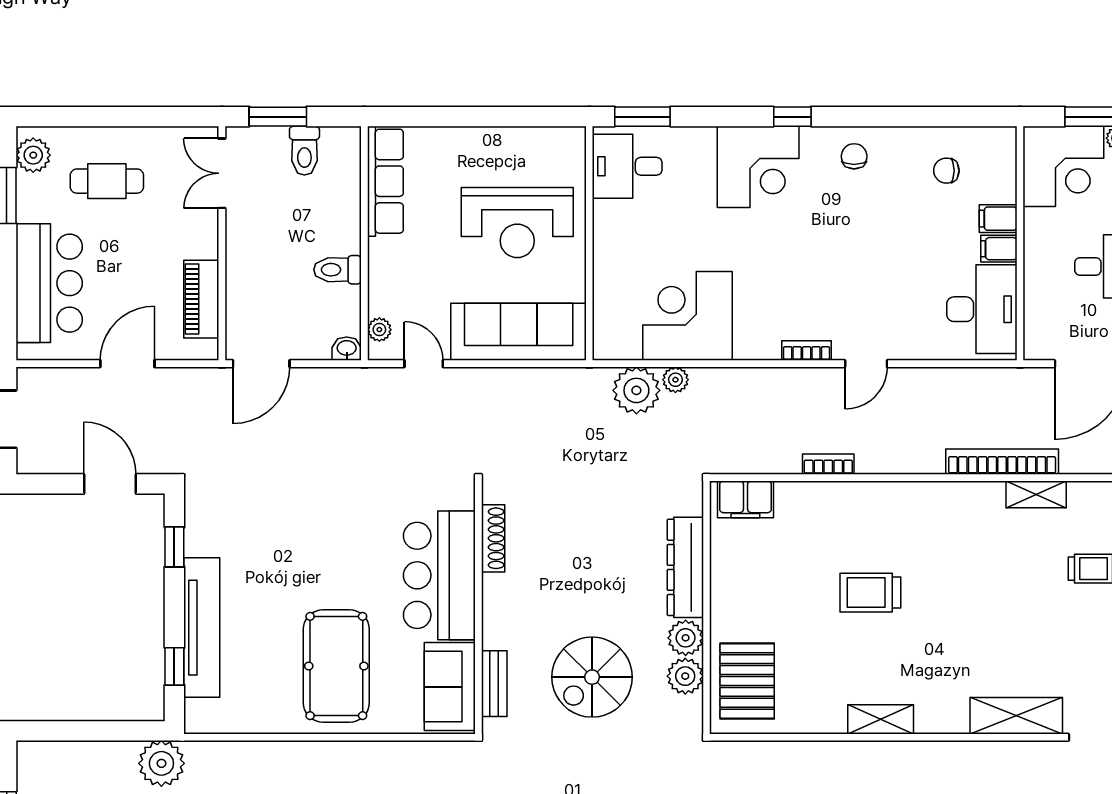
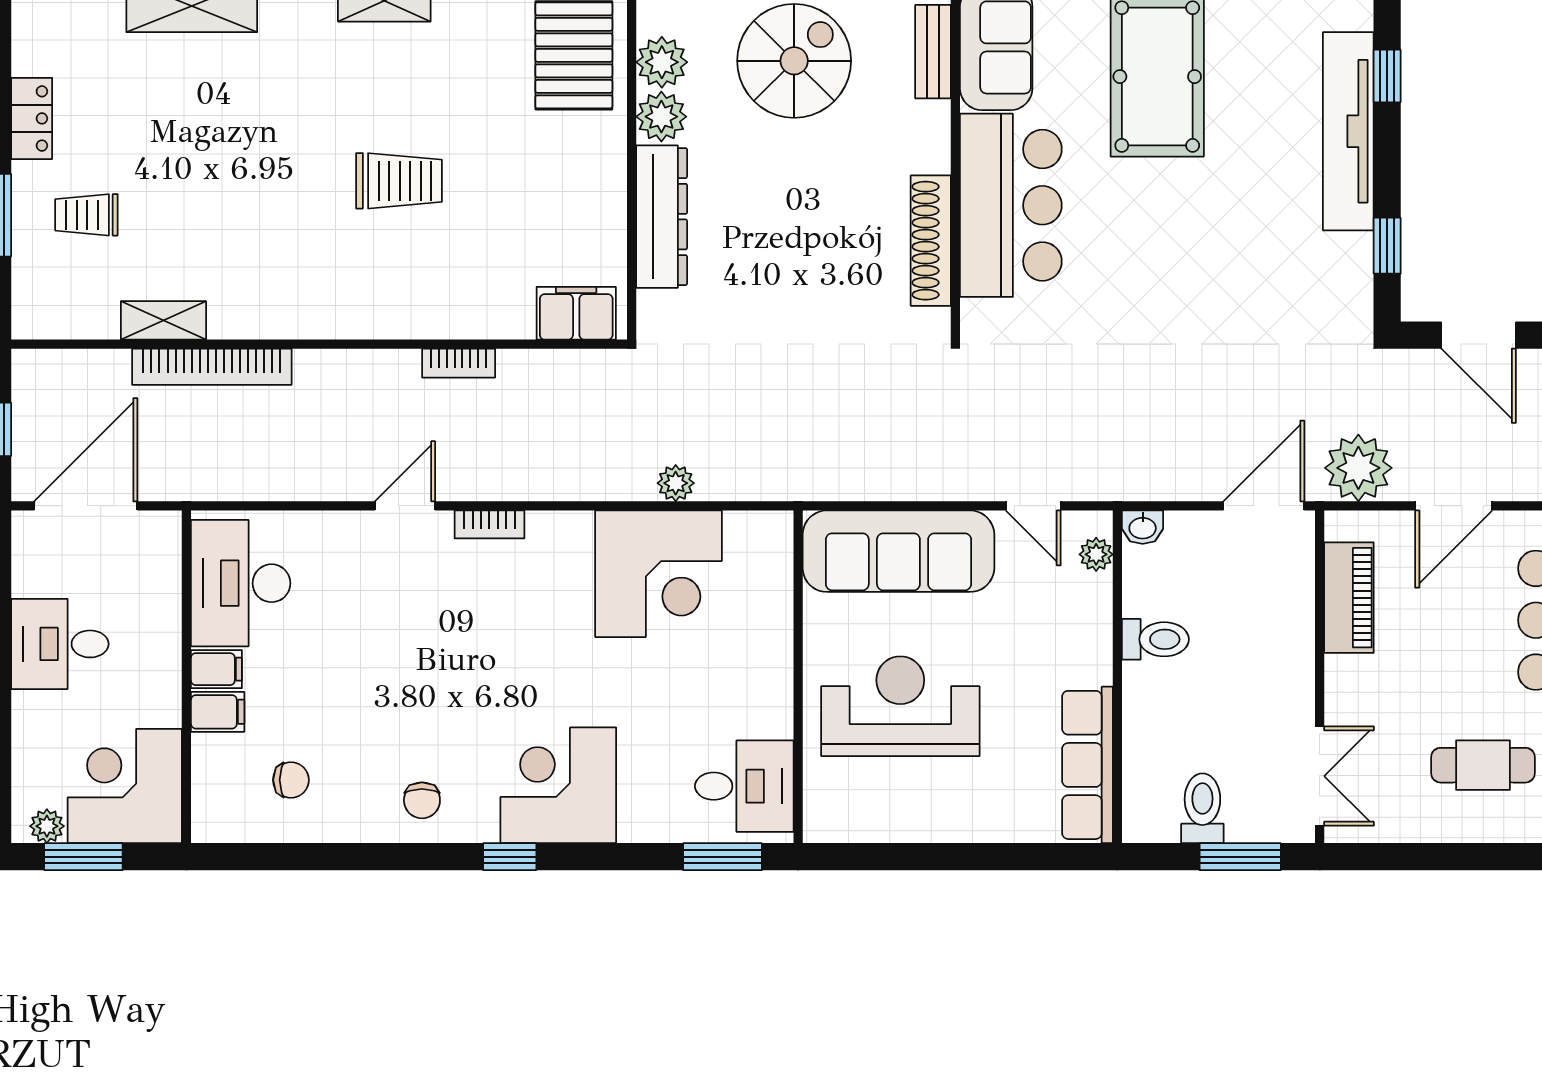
plant: (636, 390) -> (1358, 468), moved
shoe rack: (493, 538) -> (931, 241), width x1.36, depth x1.24

